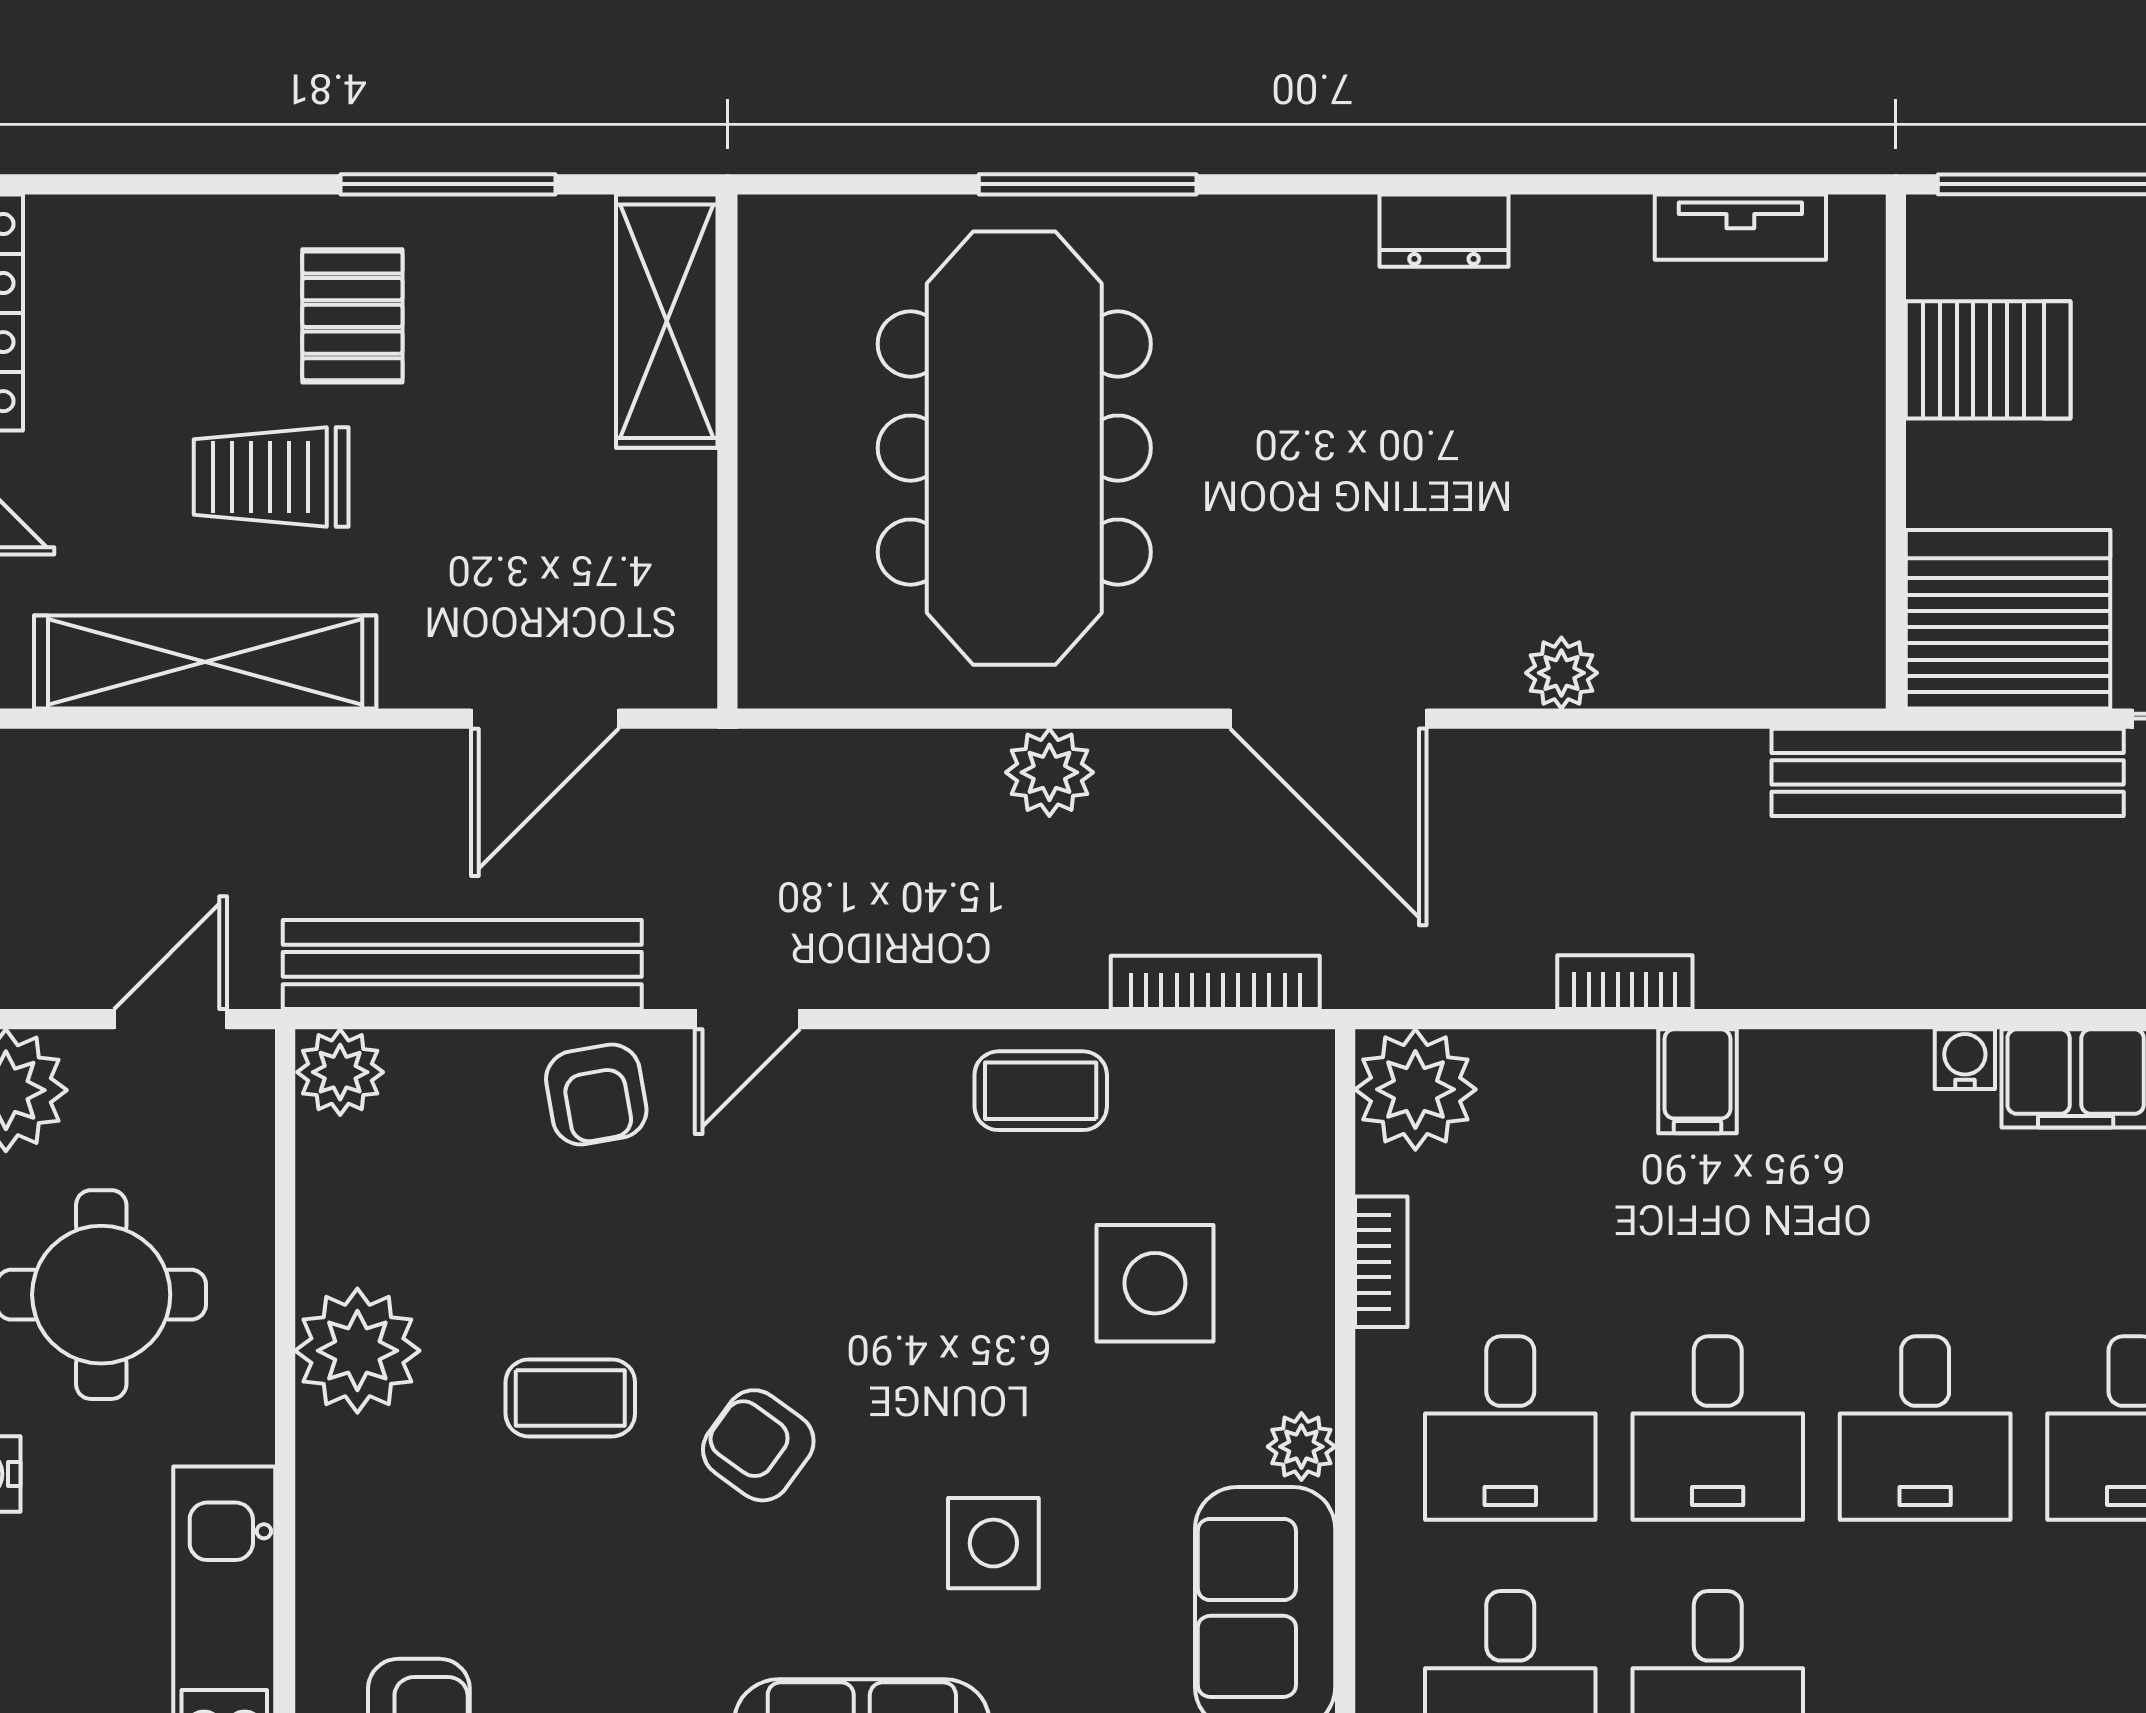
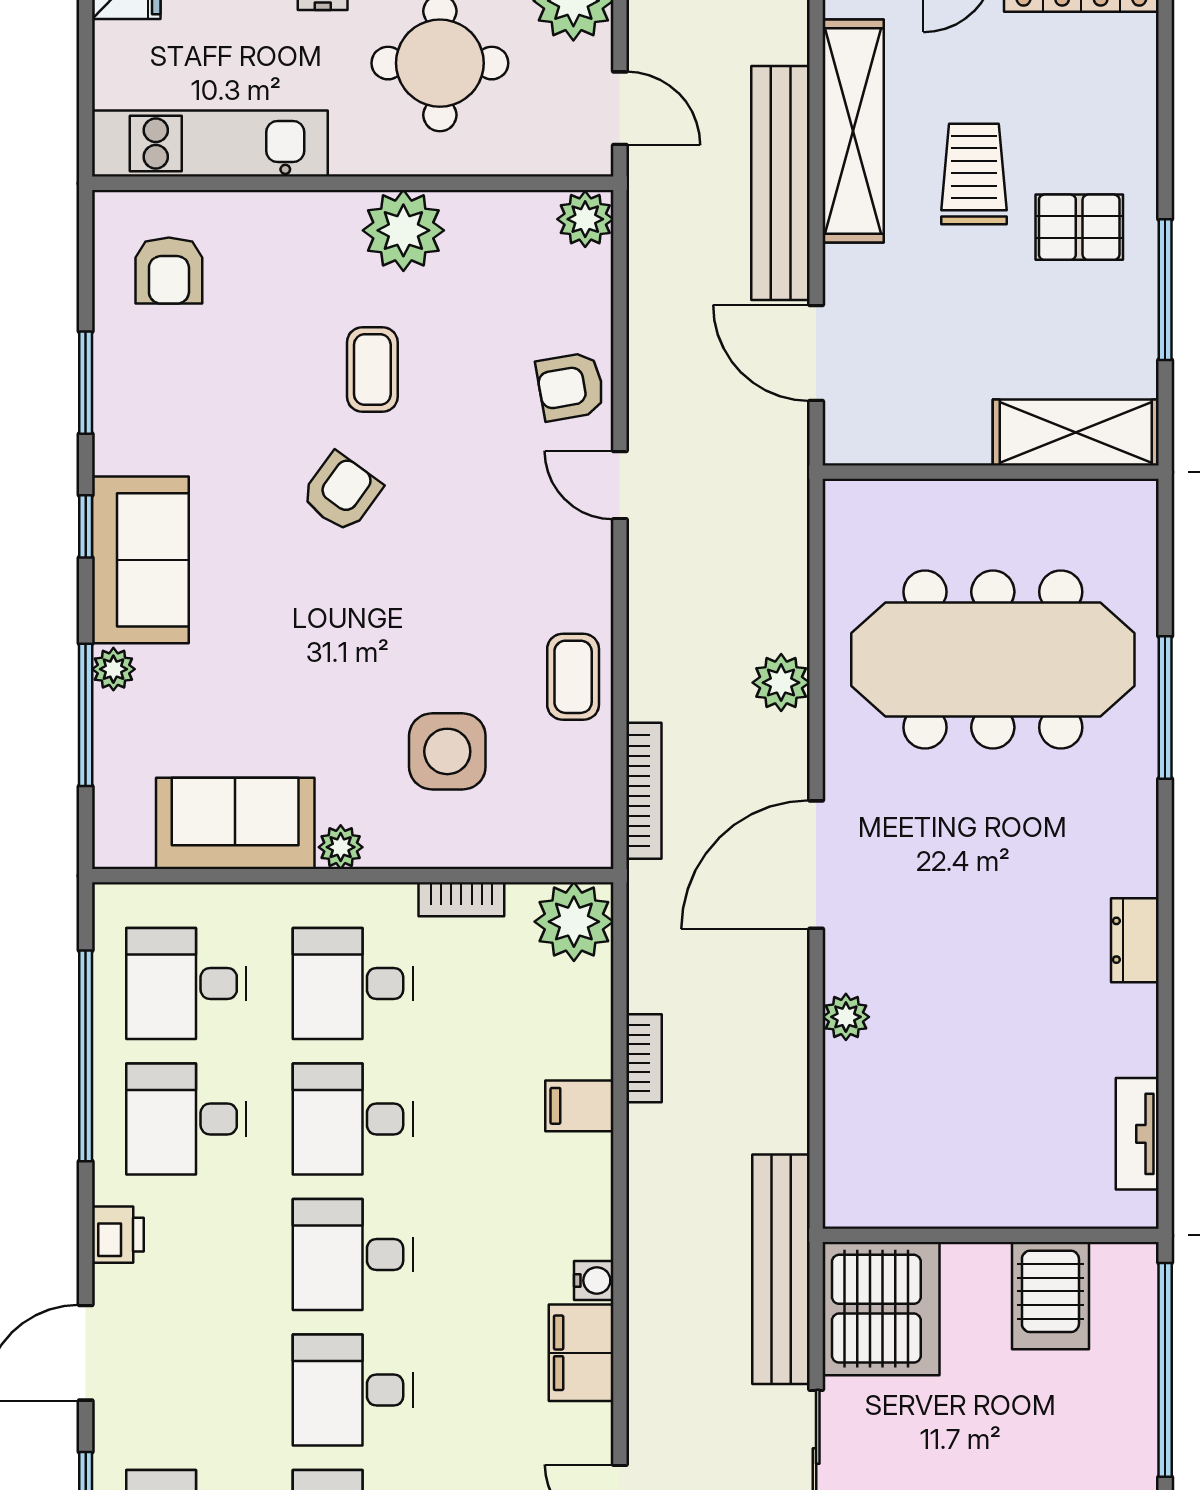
bench: (462, 964) -> (780, 183), moved
side table: (993, 1543) -> (278, 646), removed

